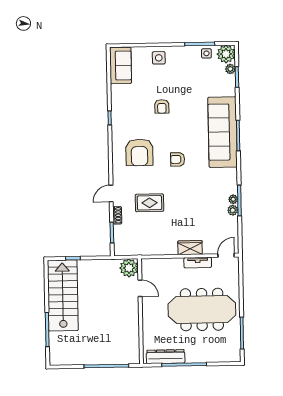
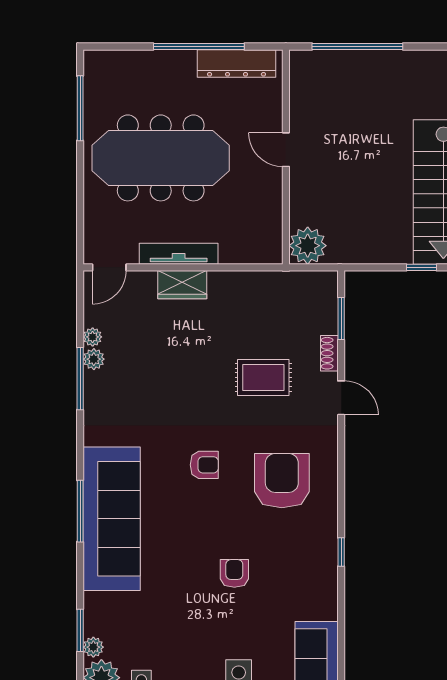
door: (111, 194) -> (341, 398), hinge flipped
plant: (233, 199) -> (93, 337), moved
tv unit: (198, 263) -> (179, 254), width x1.41
door: (140, 288) -> (286, 150), moved

